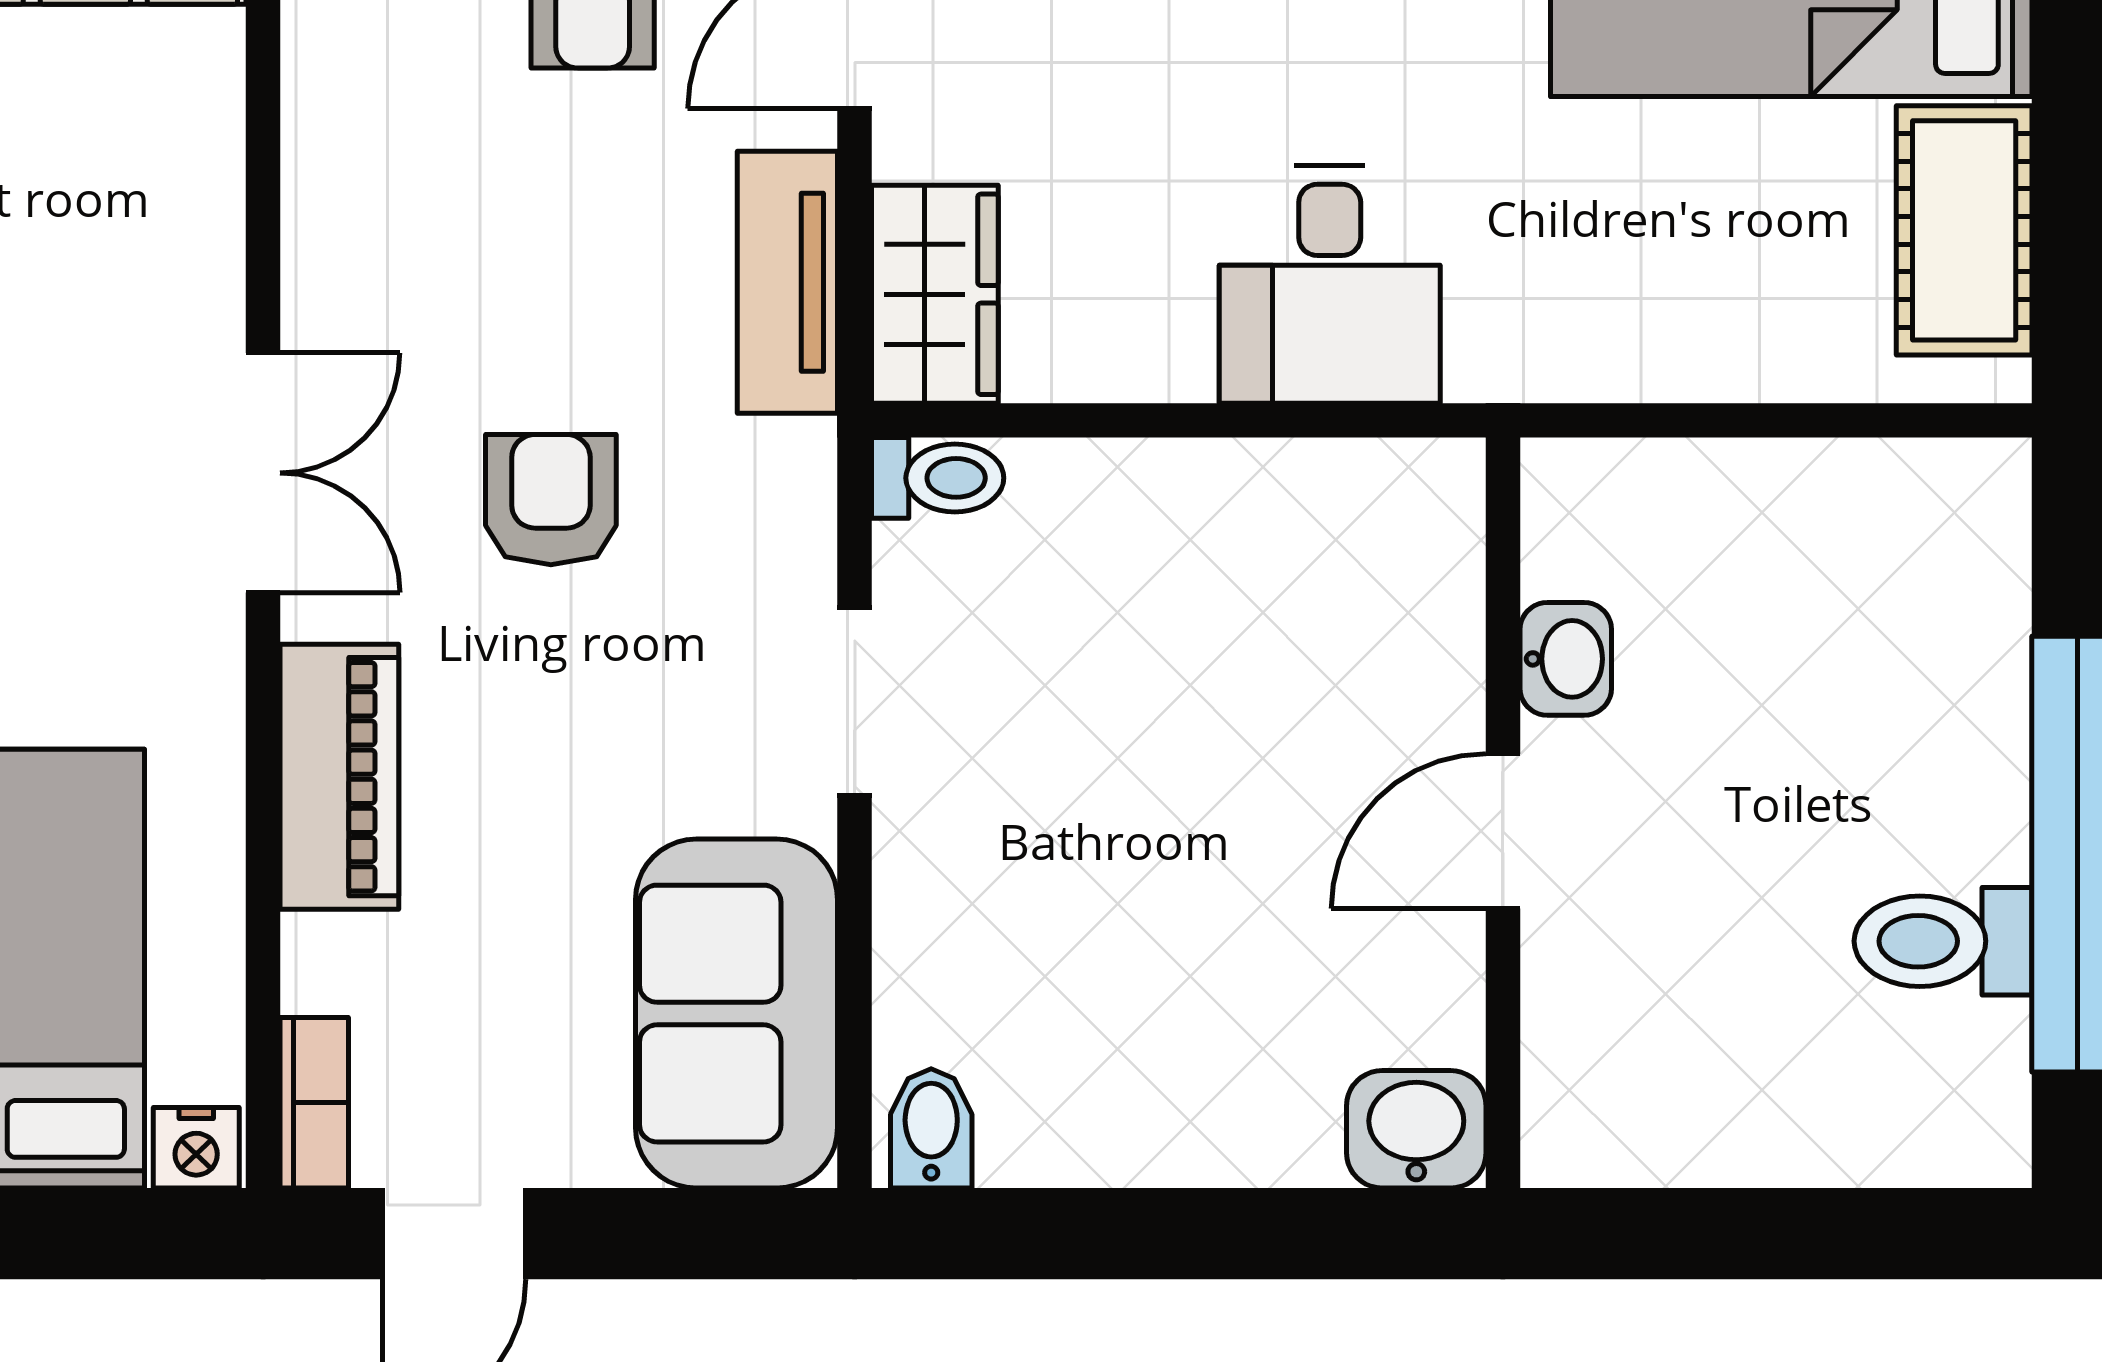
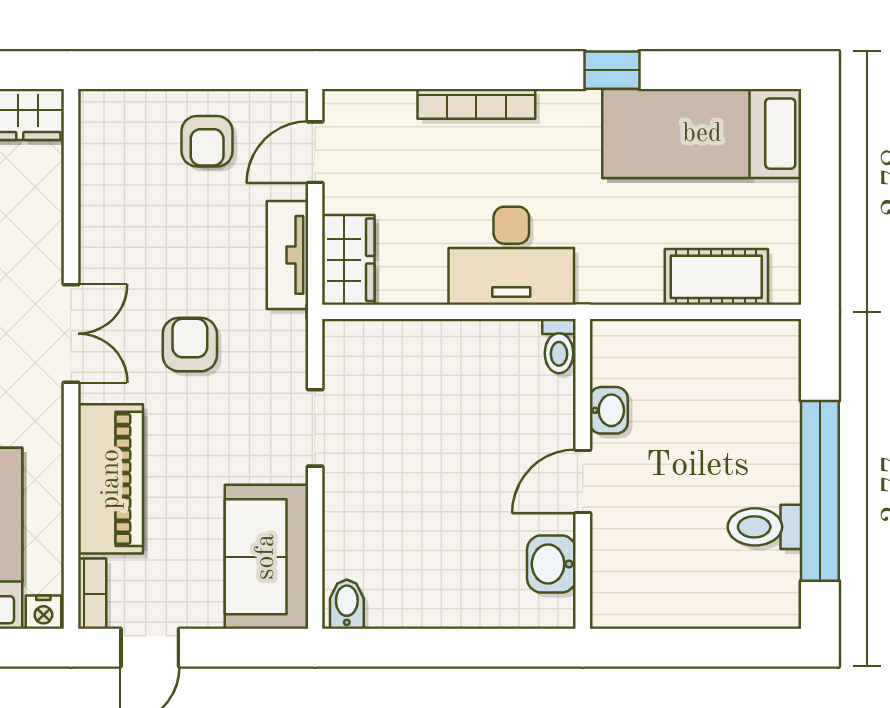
cot: (1964, 230) -> (716, 277), moved, turned 90
desk: (1330, 284) -> (511, 256), width x1.37
toilet: (938, 478) -> (559, 346), moved, turned 90
piano: (339, 777) -> (111, 479), width x1.37, depth x1.33
washbasin: (1416, 1129) -> (551, 564), moved, turned -90

